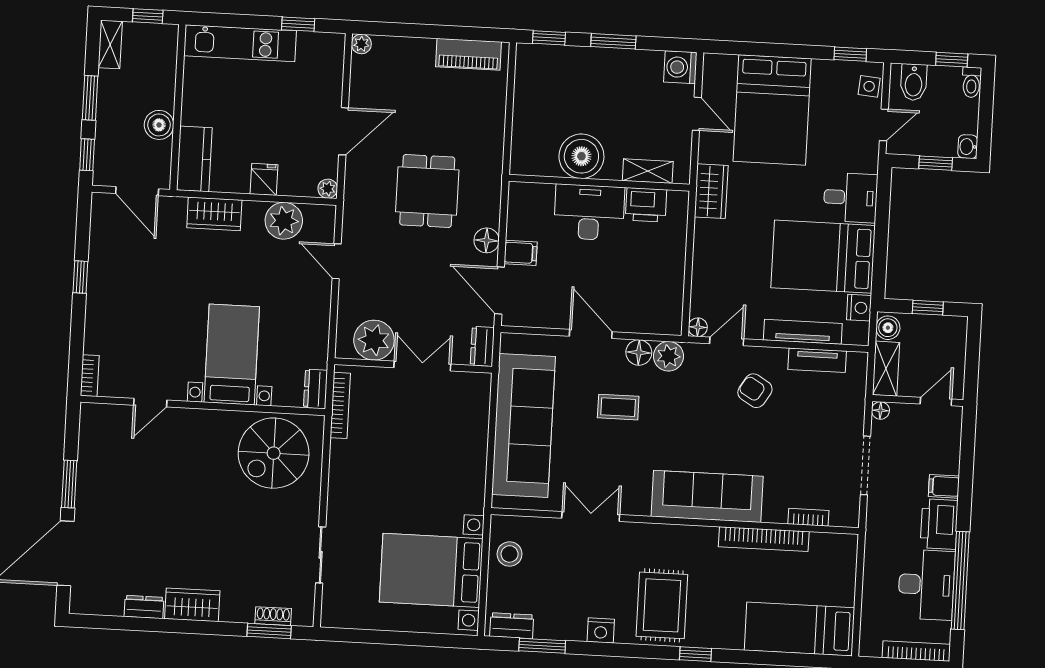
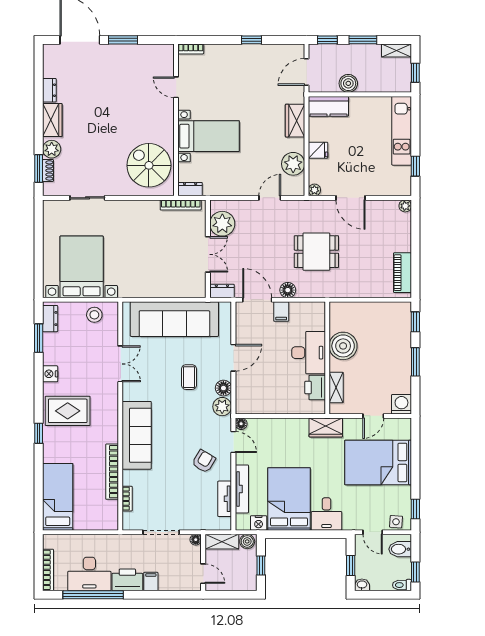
door: (500, 291) -> (257, 300), hinge flipped
plant: (239, 608) -> (52, 149), added

